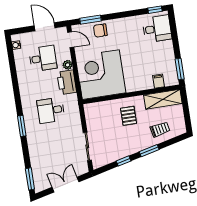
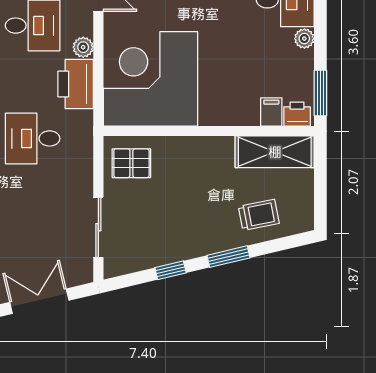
plant: (168, 45) -> (304, 39), added
printer: (171, 80) -> (297, 114), added
pallet: (129, 116) -> (131, 163), moved, turned 90

